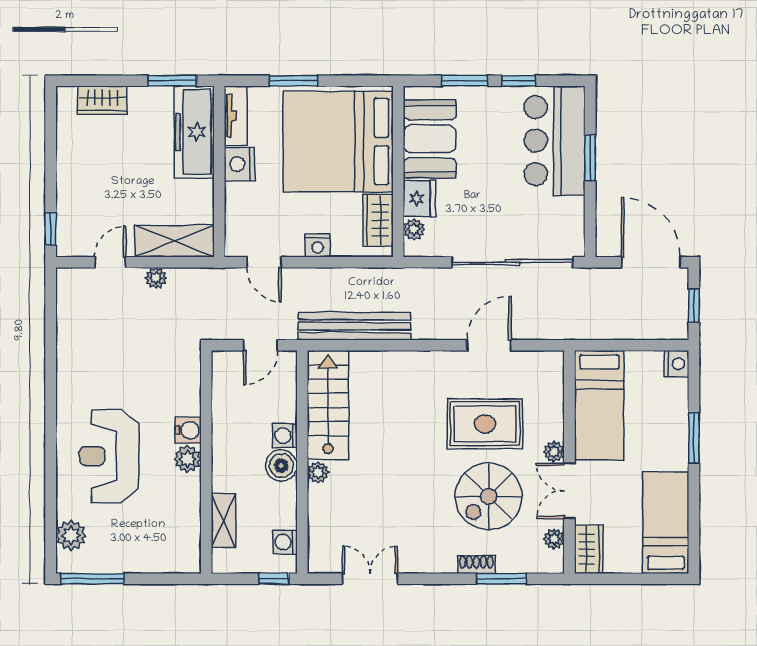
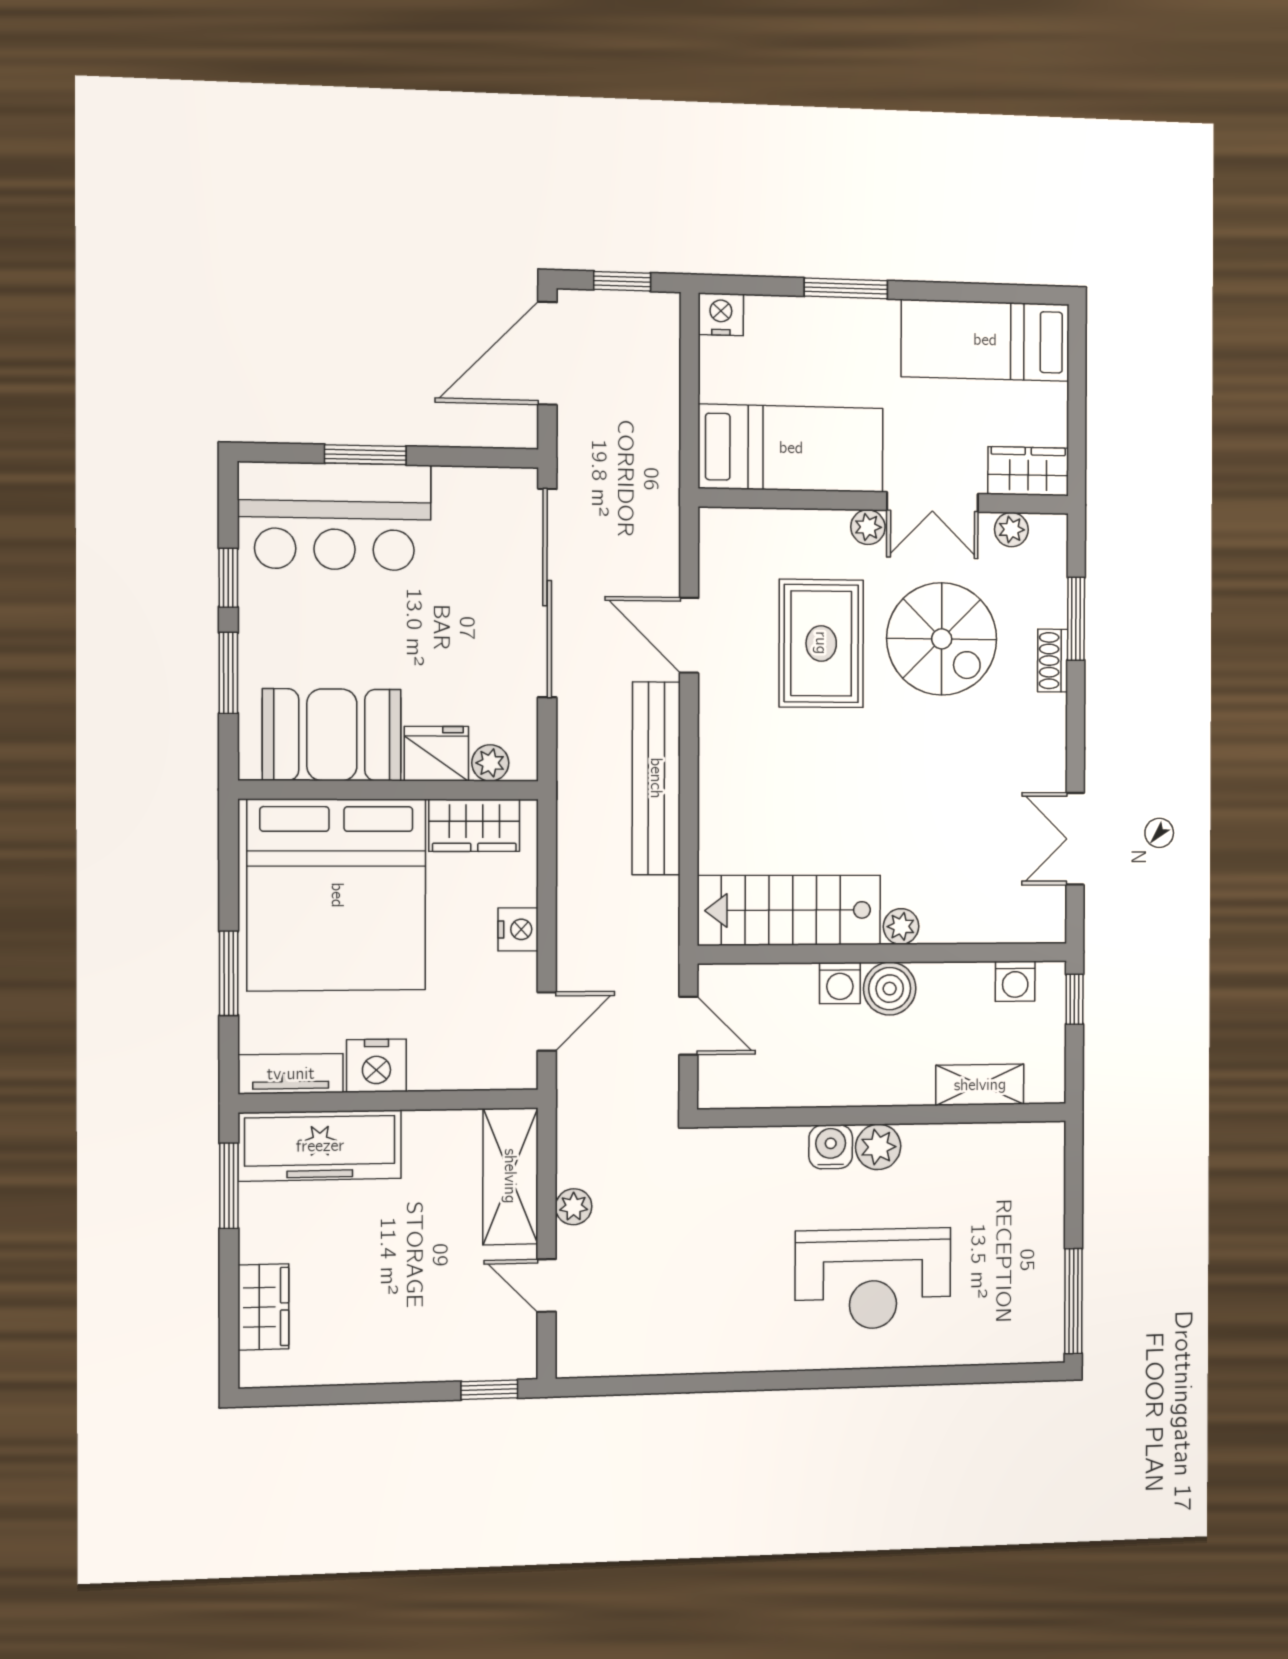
bench: (354, 326) -> (656, 778), moved
plant: (71, 535) -> (1003, 1339), removed

